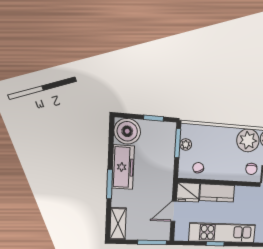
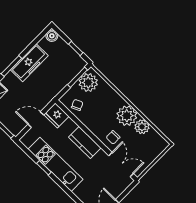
boiler: (127, 131) -> (52, 36), width x0.54, depth x0.54
plant: (186, 144) -> (88, 82), width x1.88, depth x1.88
kitchen counter: (217, 193) -> (85, 142), moved

